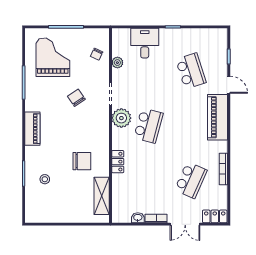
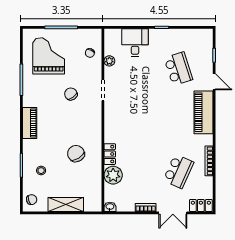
plant: (121, 118) -> (113, 175), moved
school desk: (148, 126) -> (139, 120), removed
chair: (82, 161) -> (76, 154), turned -122
shelving: (102, 196) -> (66, 205), moved, turned 90
chair: (35, 210) -> (32, 200), added
washbasin: (138, 218) -> (110, 207), moved

